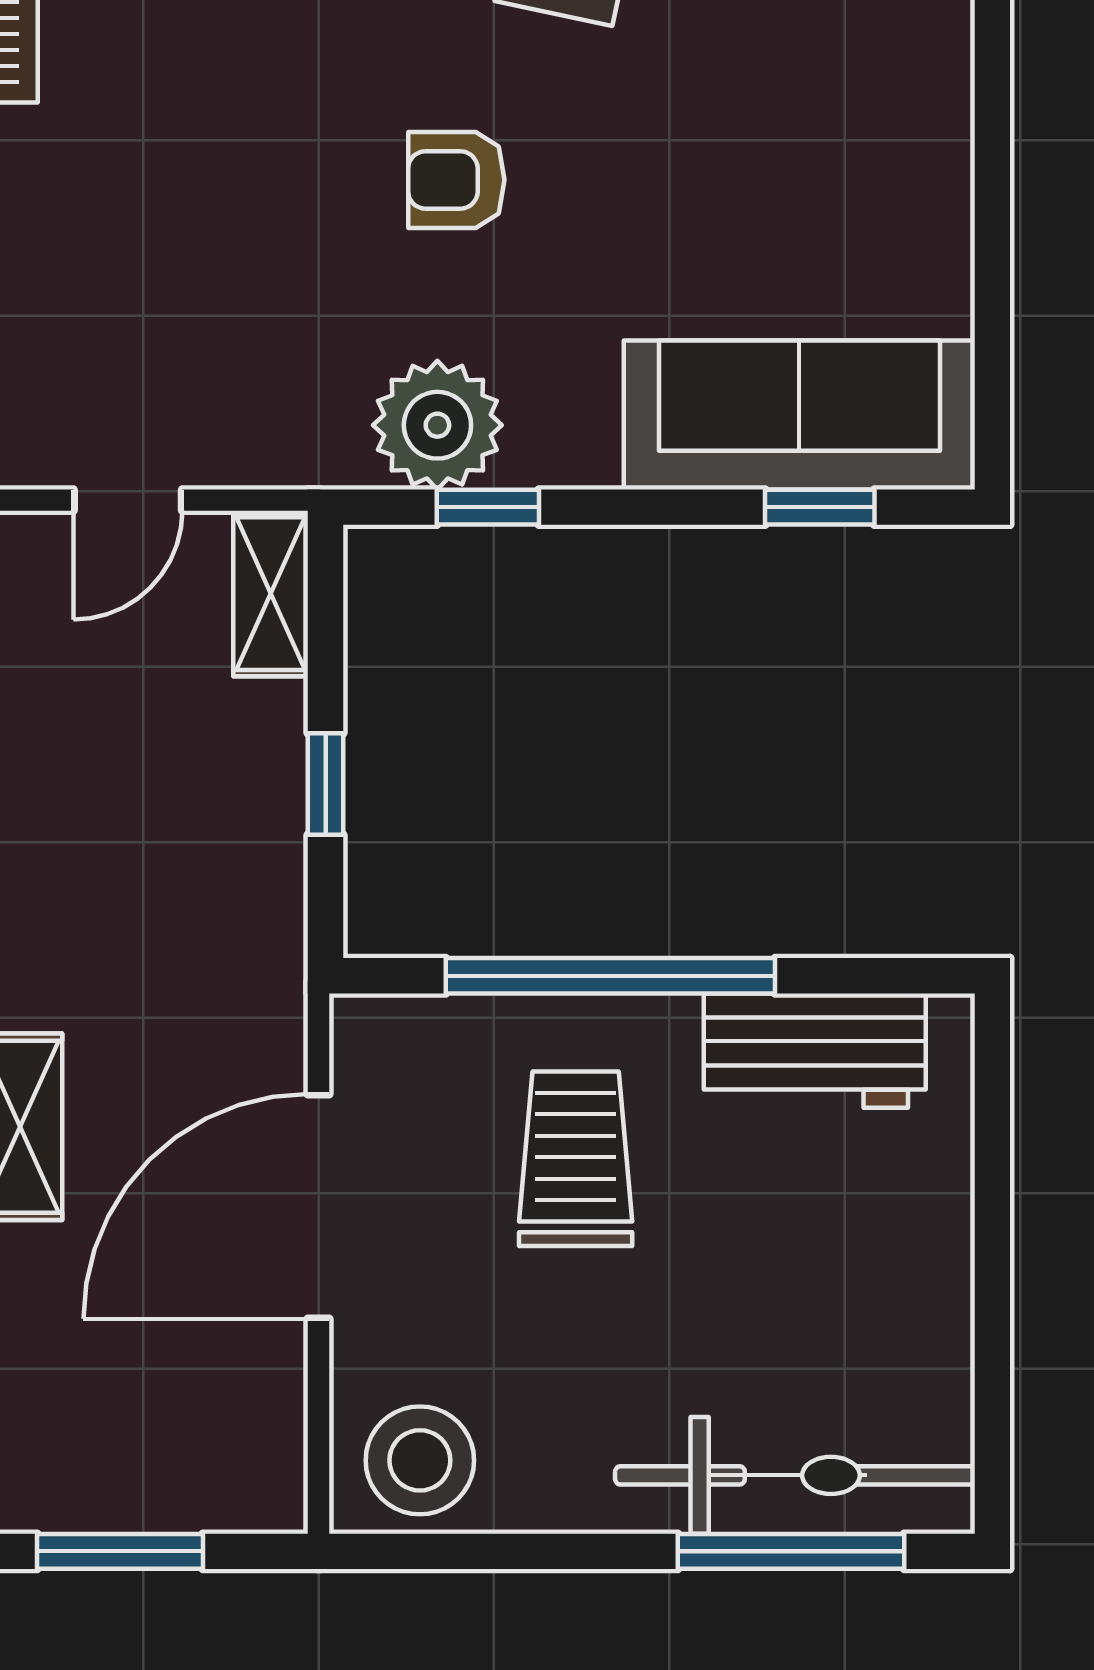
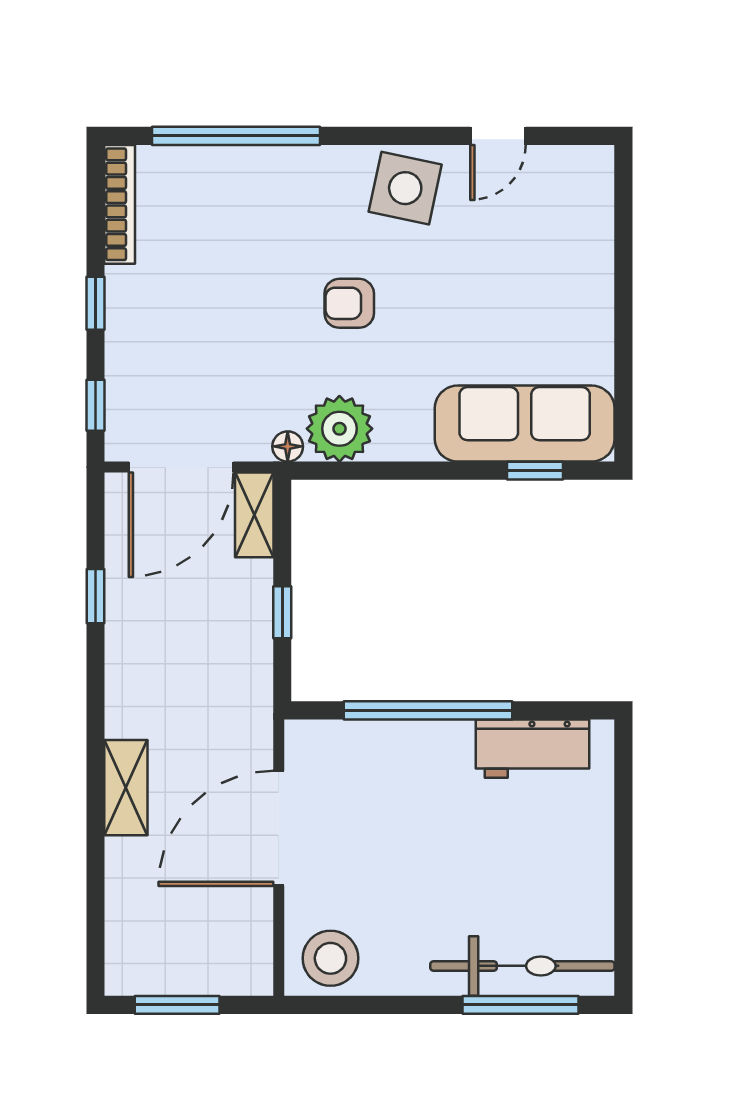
floor lamp: (336, 460) -> (288, 446), added
door: (128, 500) -> (181, 467), width x1.88
window: (488, 507) -> (365, 471), removed
trolley: (576, 1159) -> (410, 804), removed

